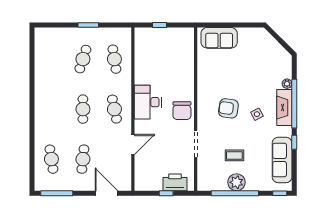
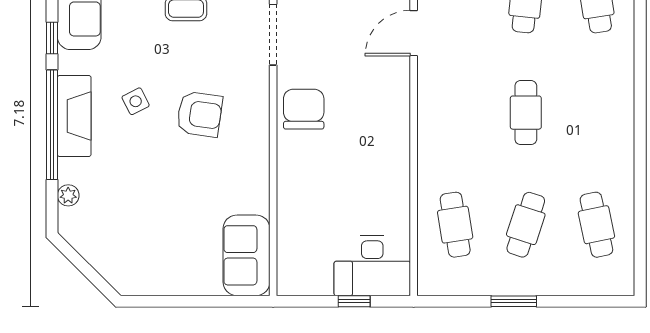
sofa: (219, 38) -> (246, 255), moved, turned -90
plant: (287, 84) -> (68, 195), moved
desk: (148, 102) -> (372, 266), moved, turned 90
cafe table: (114, 109) -> (596, 225), moved

